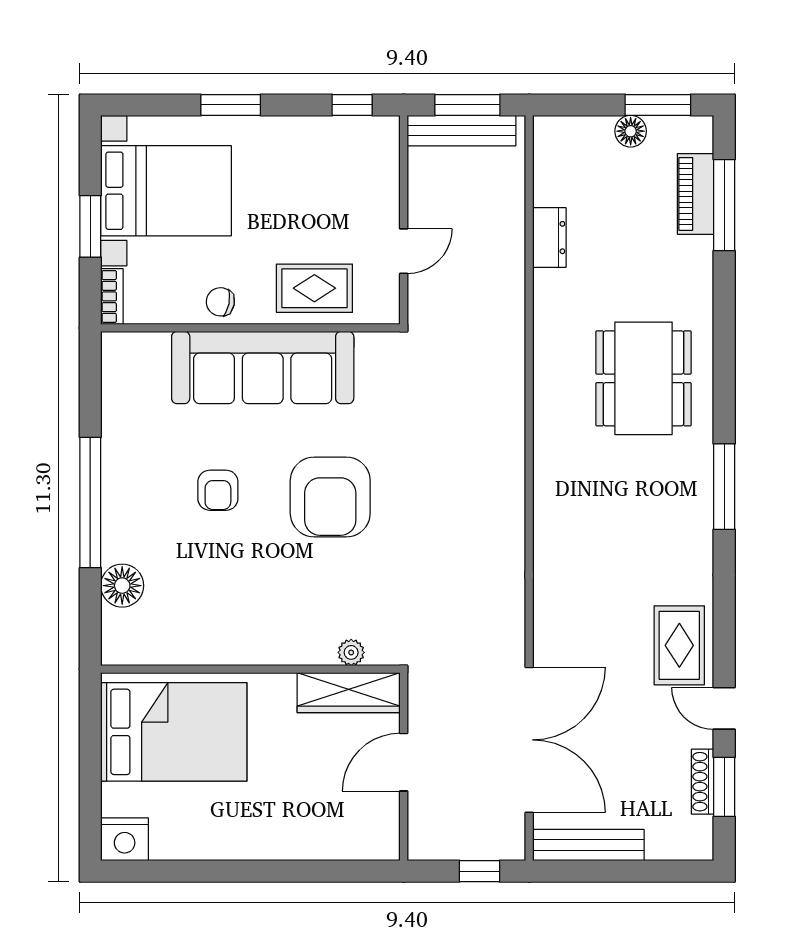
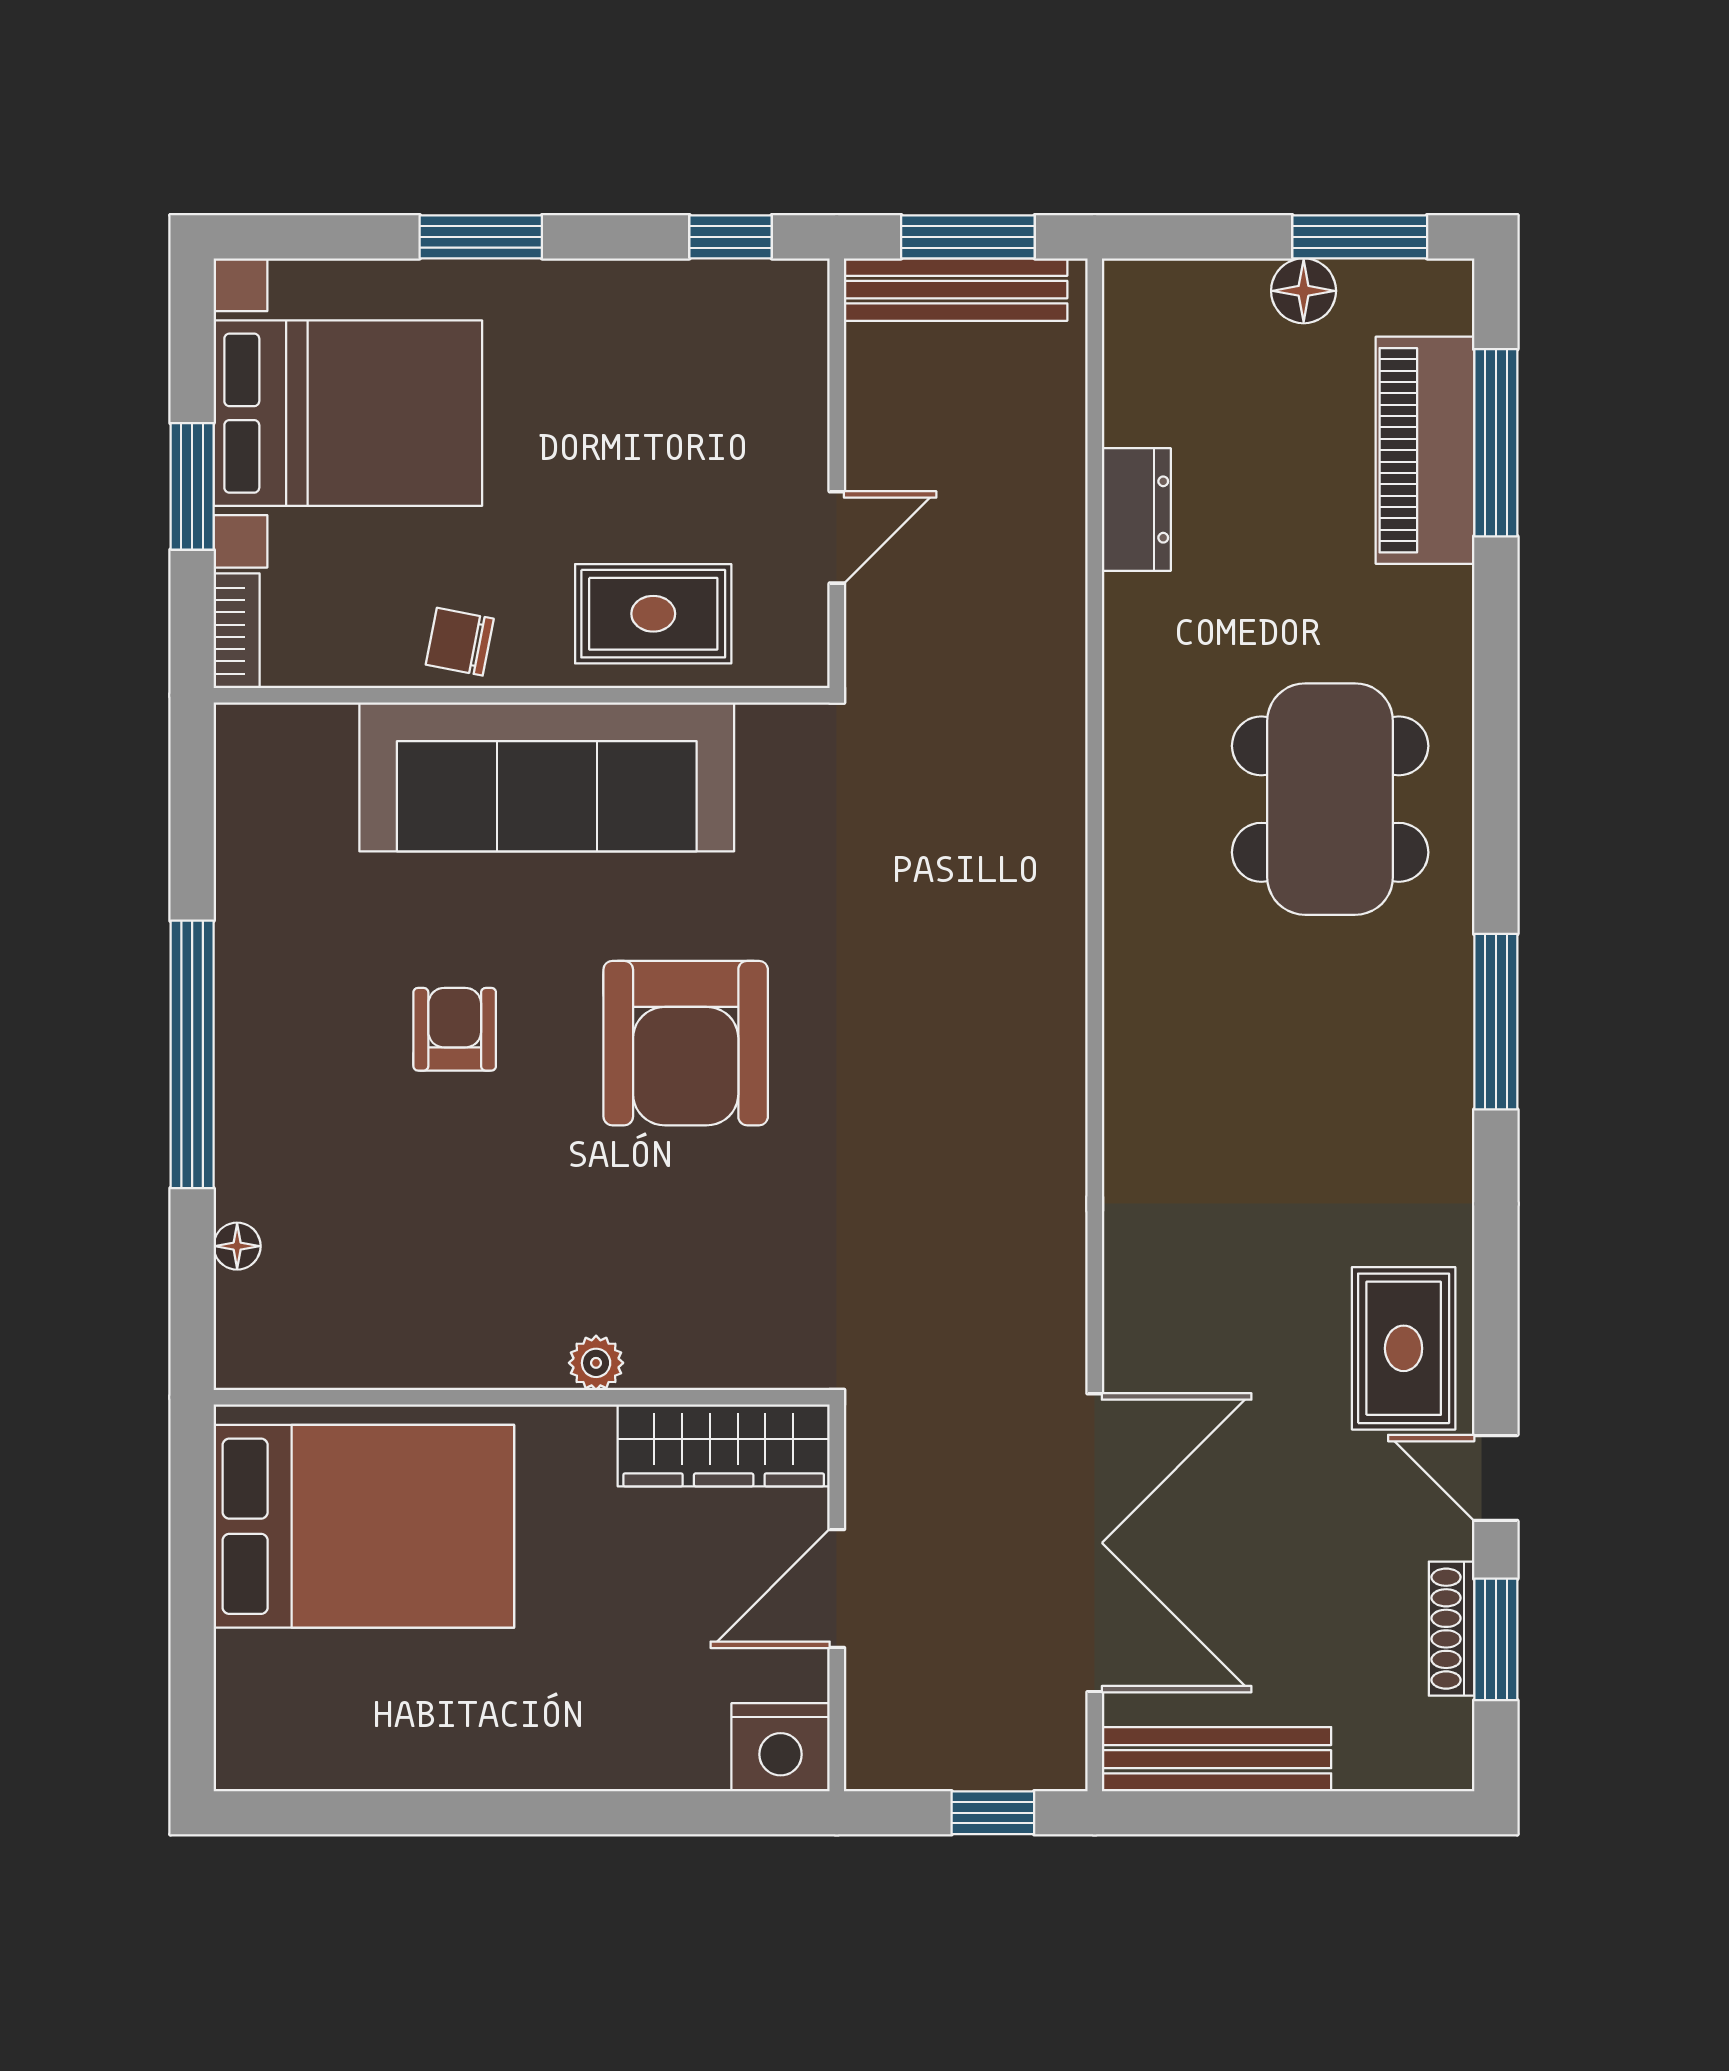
piano: (696, 194) -> (1425, 450), width x1.37, depth x1.33
armchair: (218, 490) -> (455, 1029), turned 180
floor lamp: (122, 586) -> (237, 1246), width x0.53, depth x0.53
plant: (351, 652) -> (596, 1363), moved
nightstand: (125, 839) -> (781, 1747), moved

